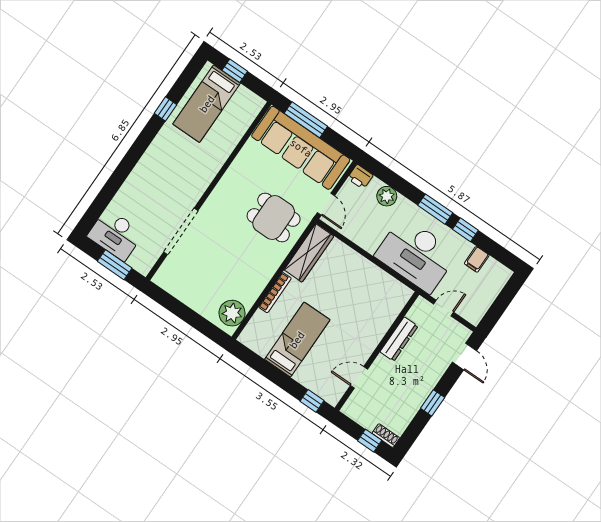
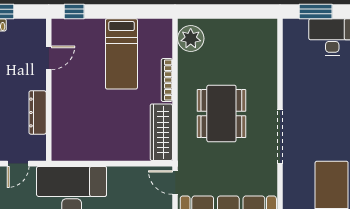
dining table: (274, 217) -> (221, 114), moved, width x1.38
doorway: (181, 231) -> (280, 137), moved

